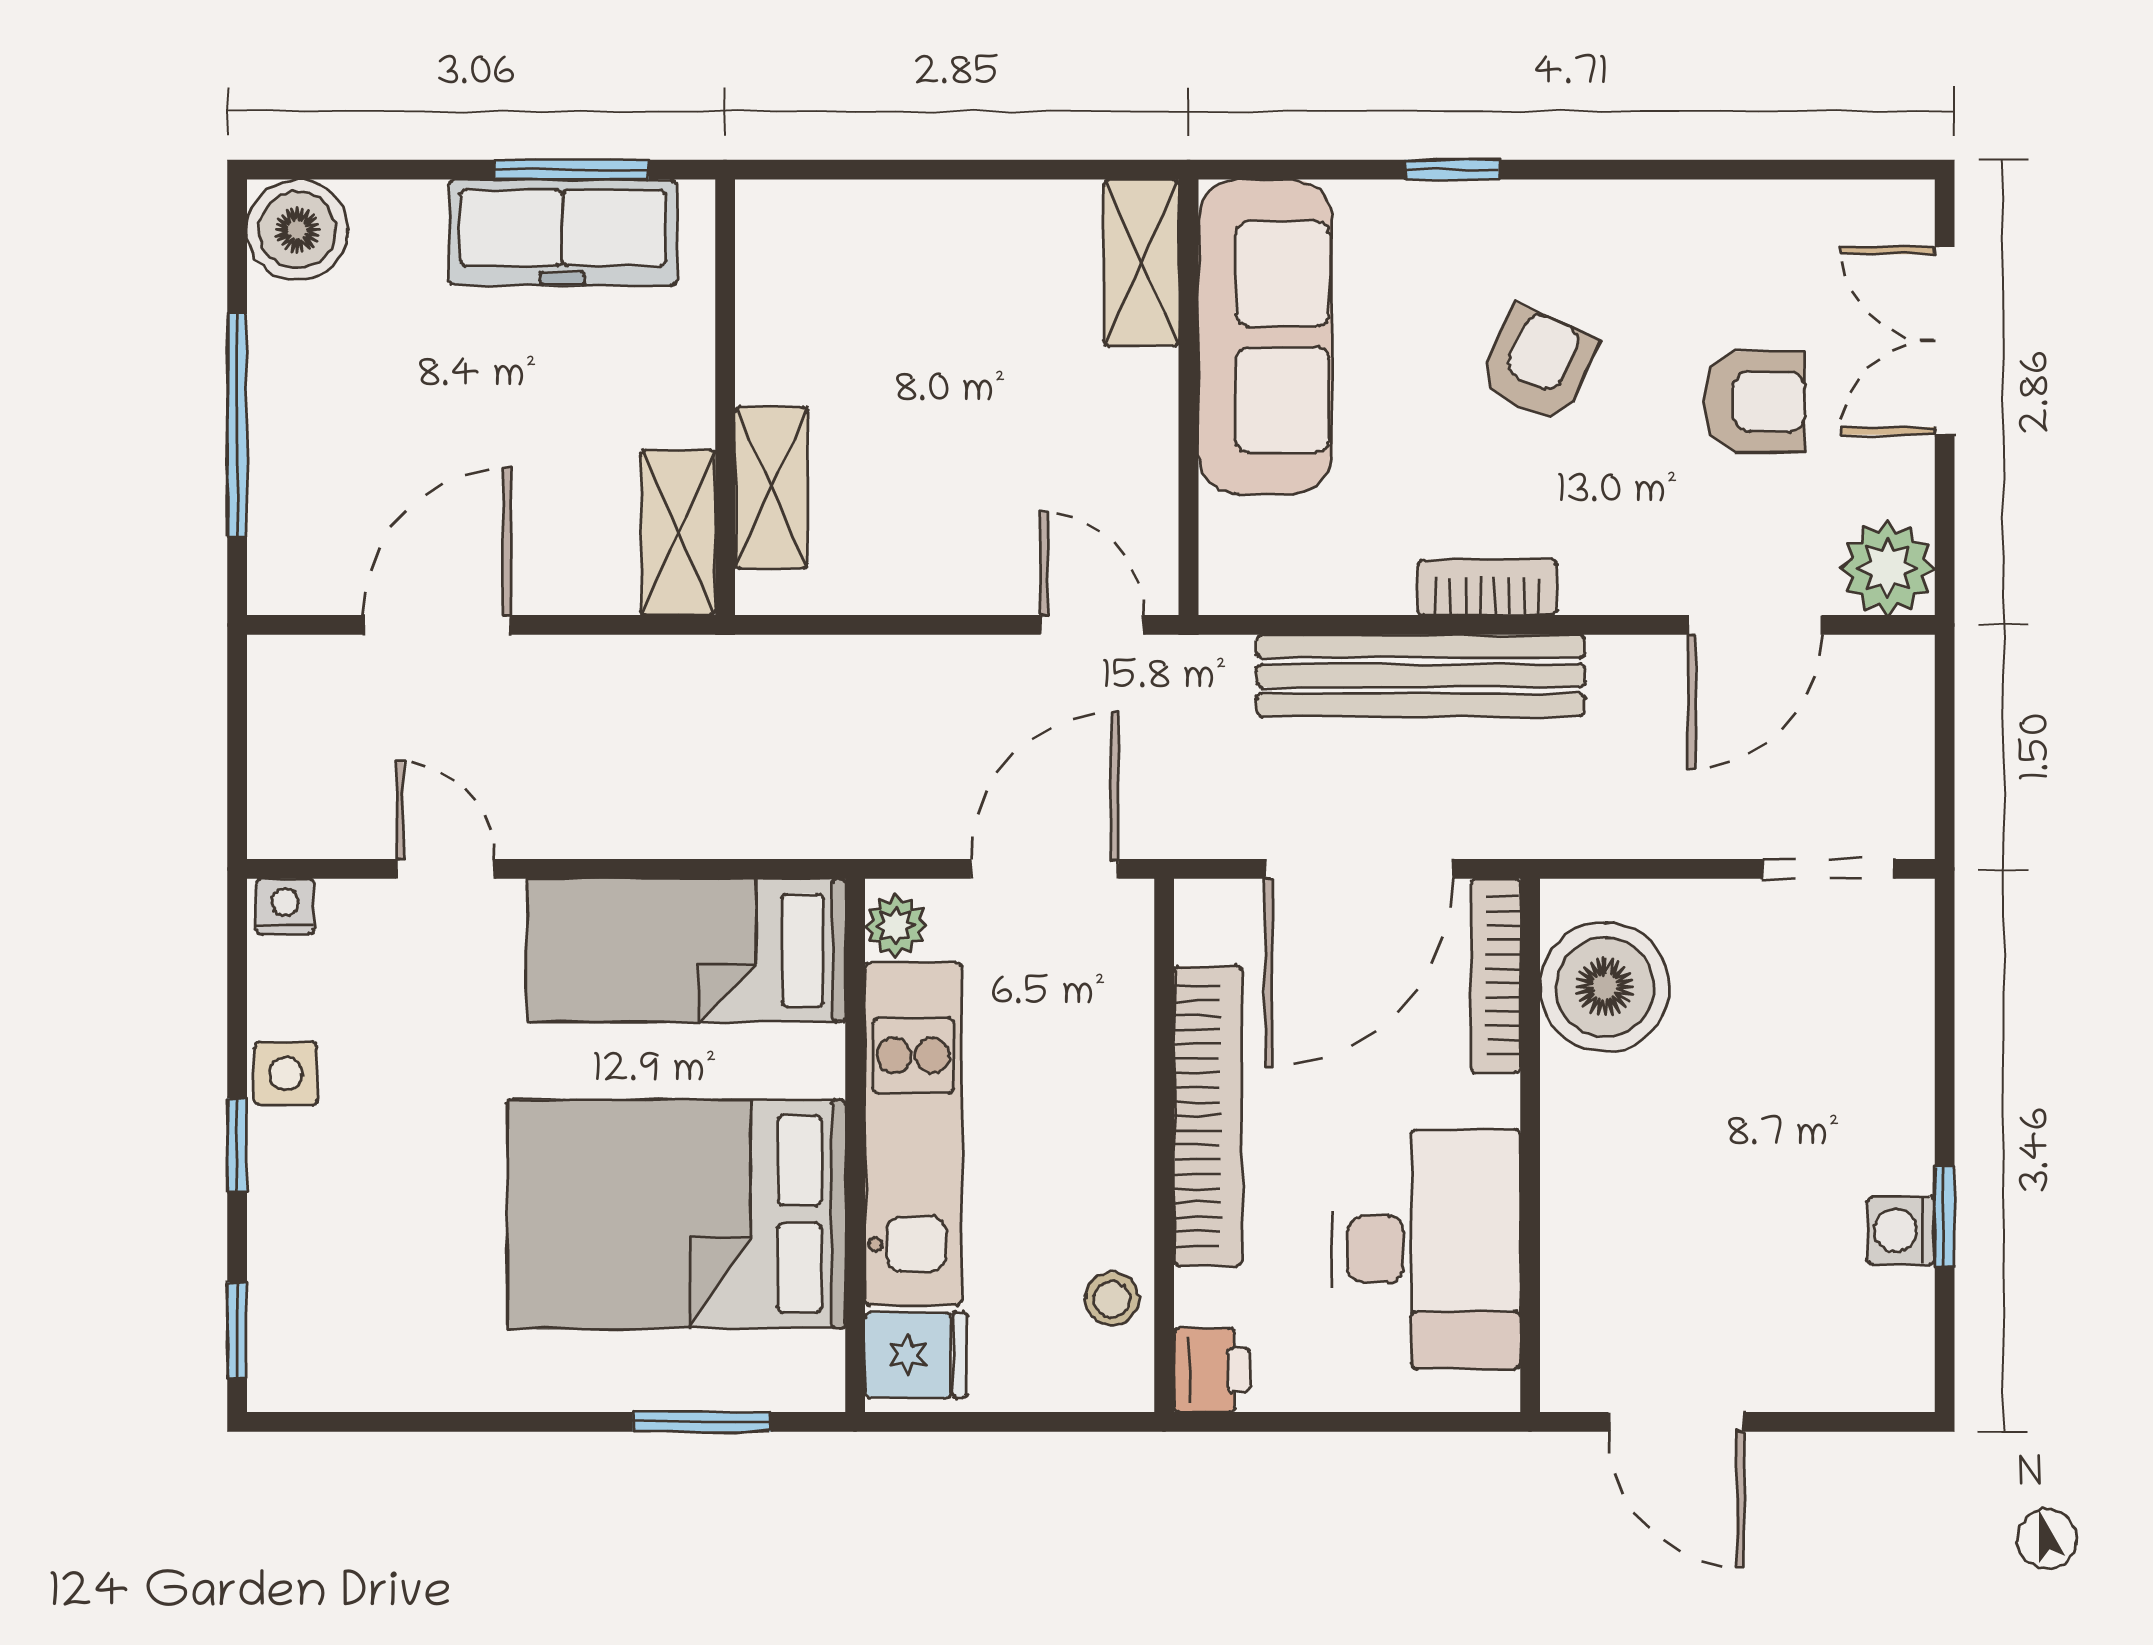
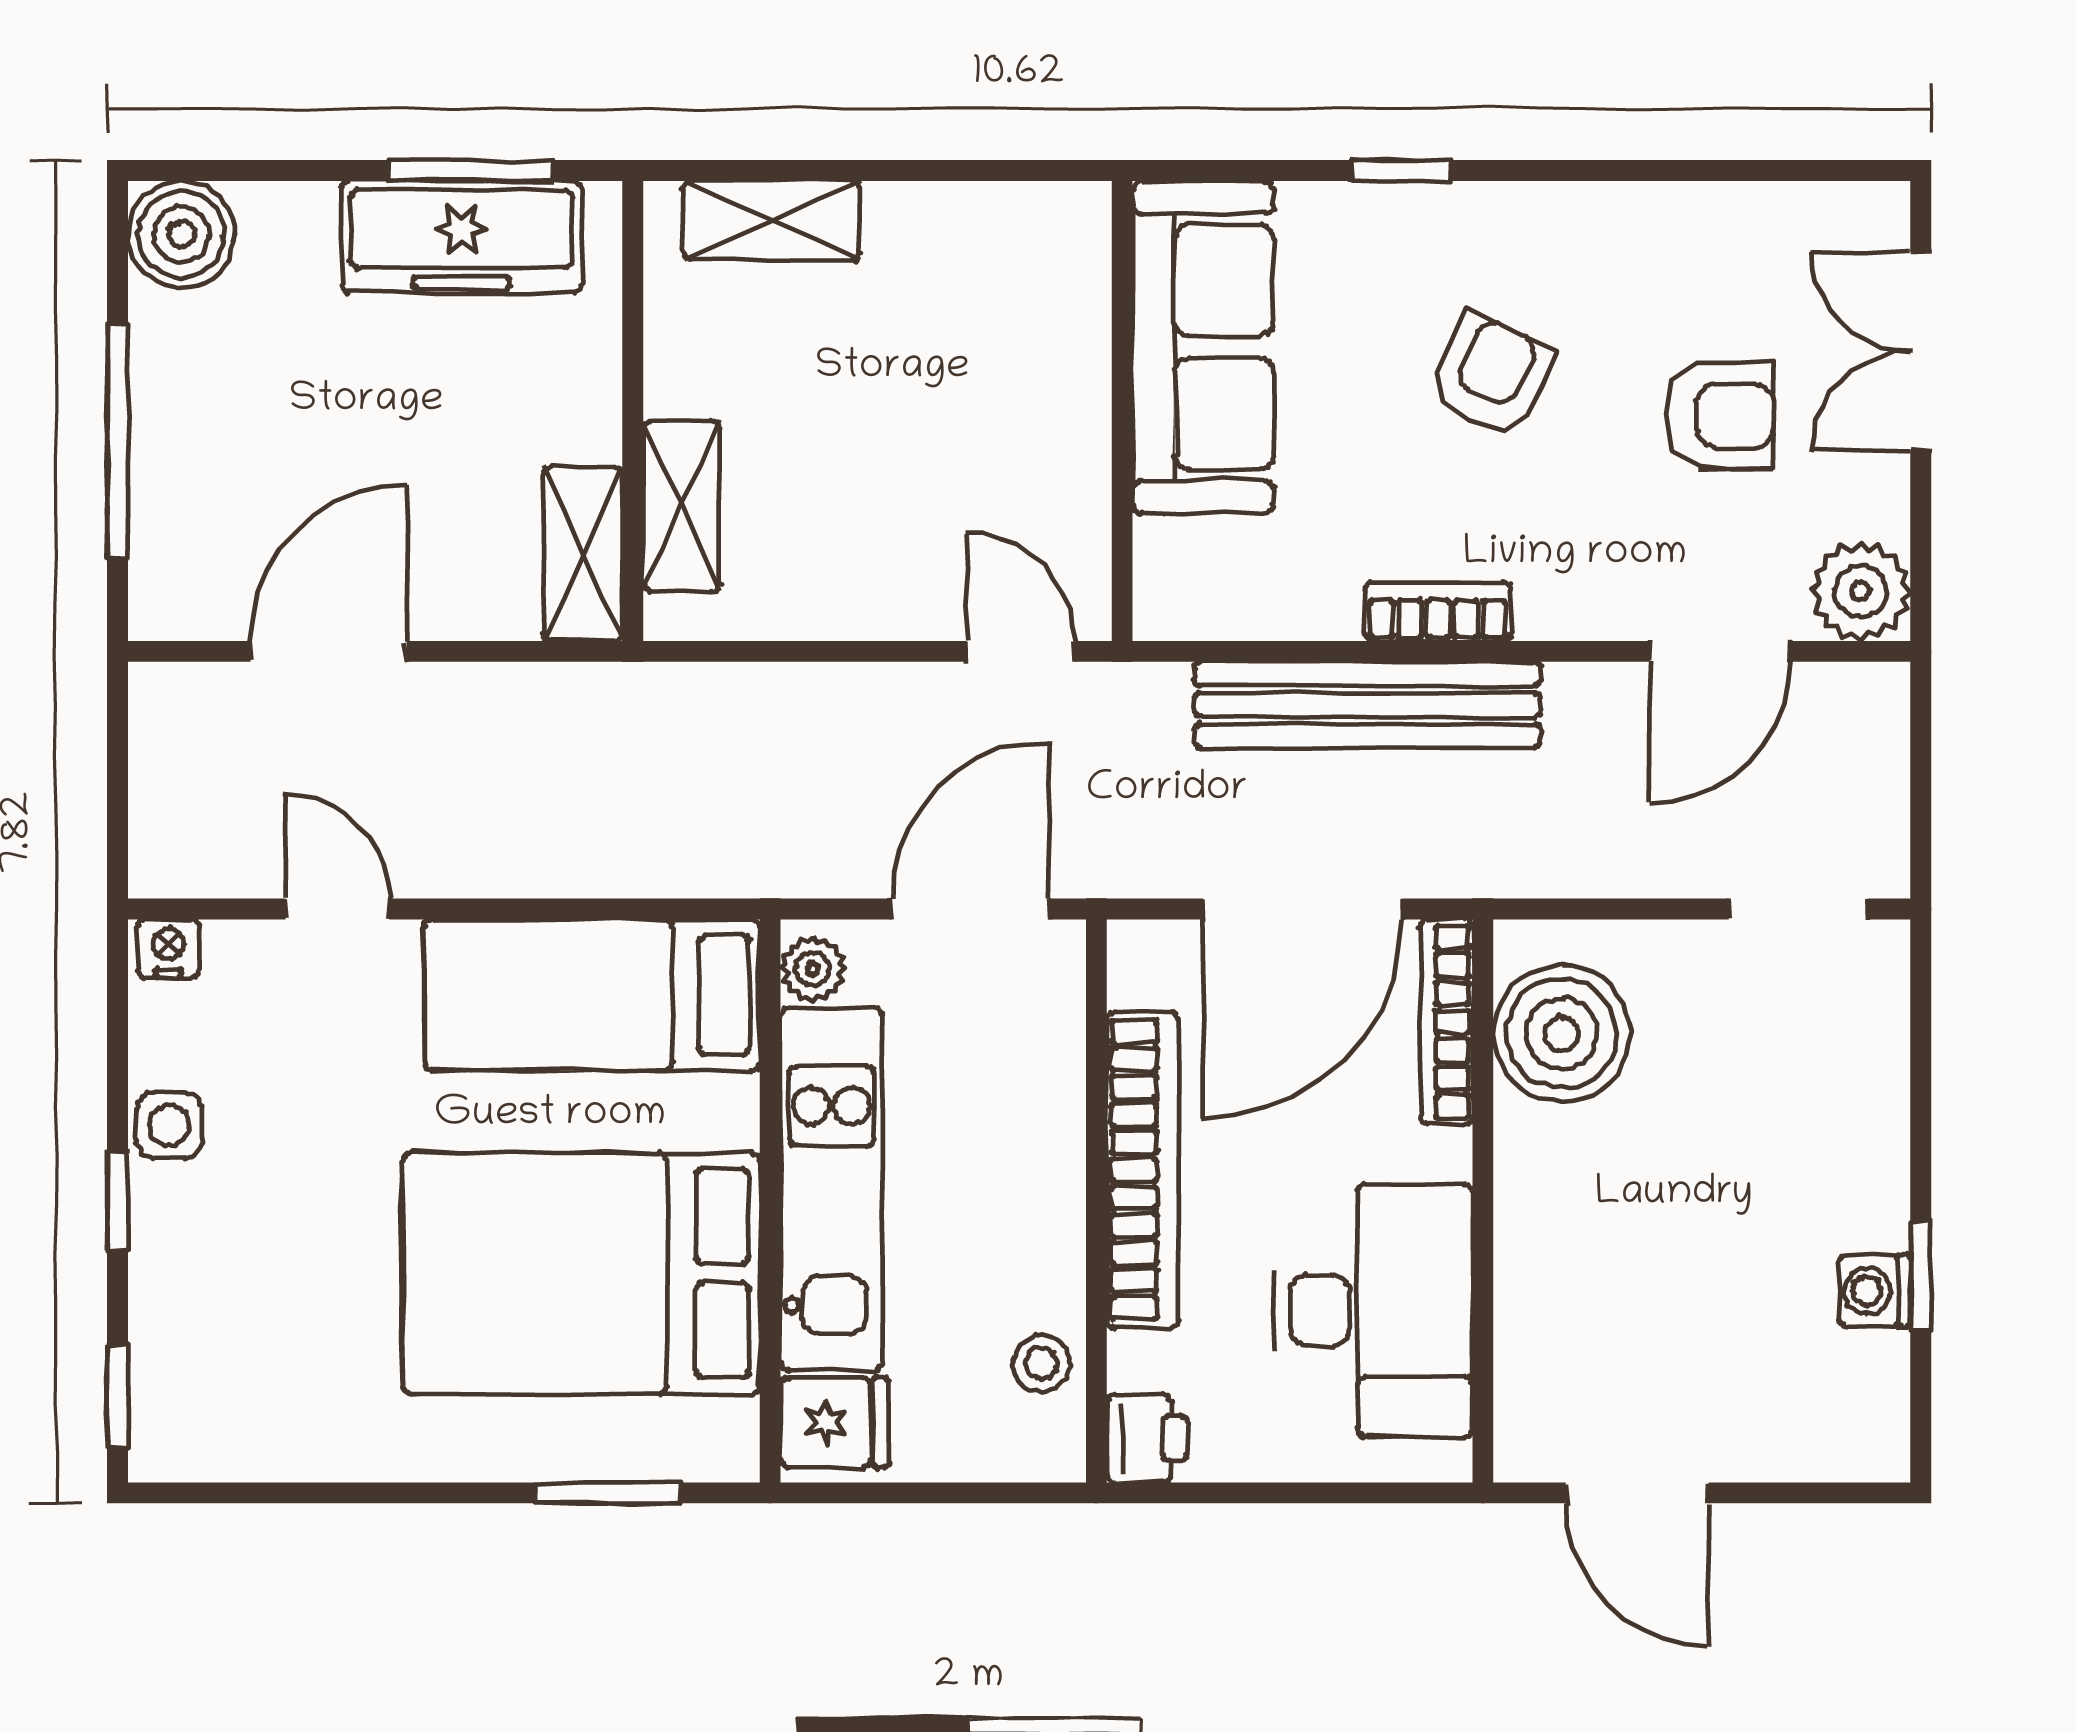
shelving: (1141, 263) -> (772, 220), moved, turned 90

